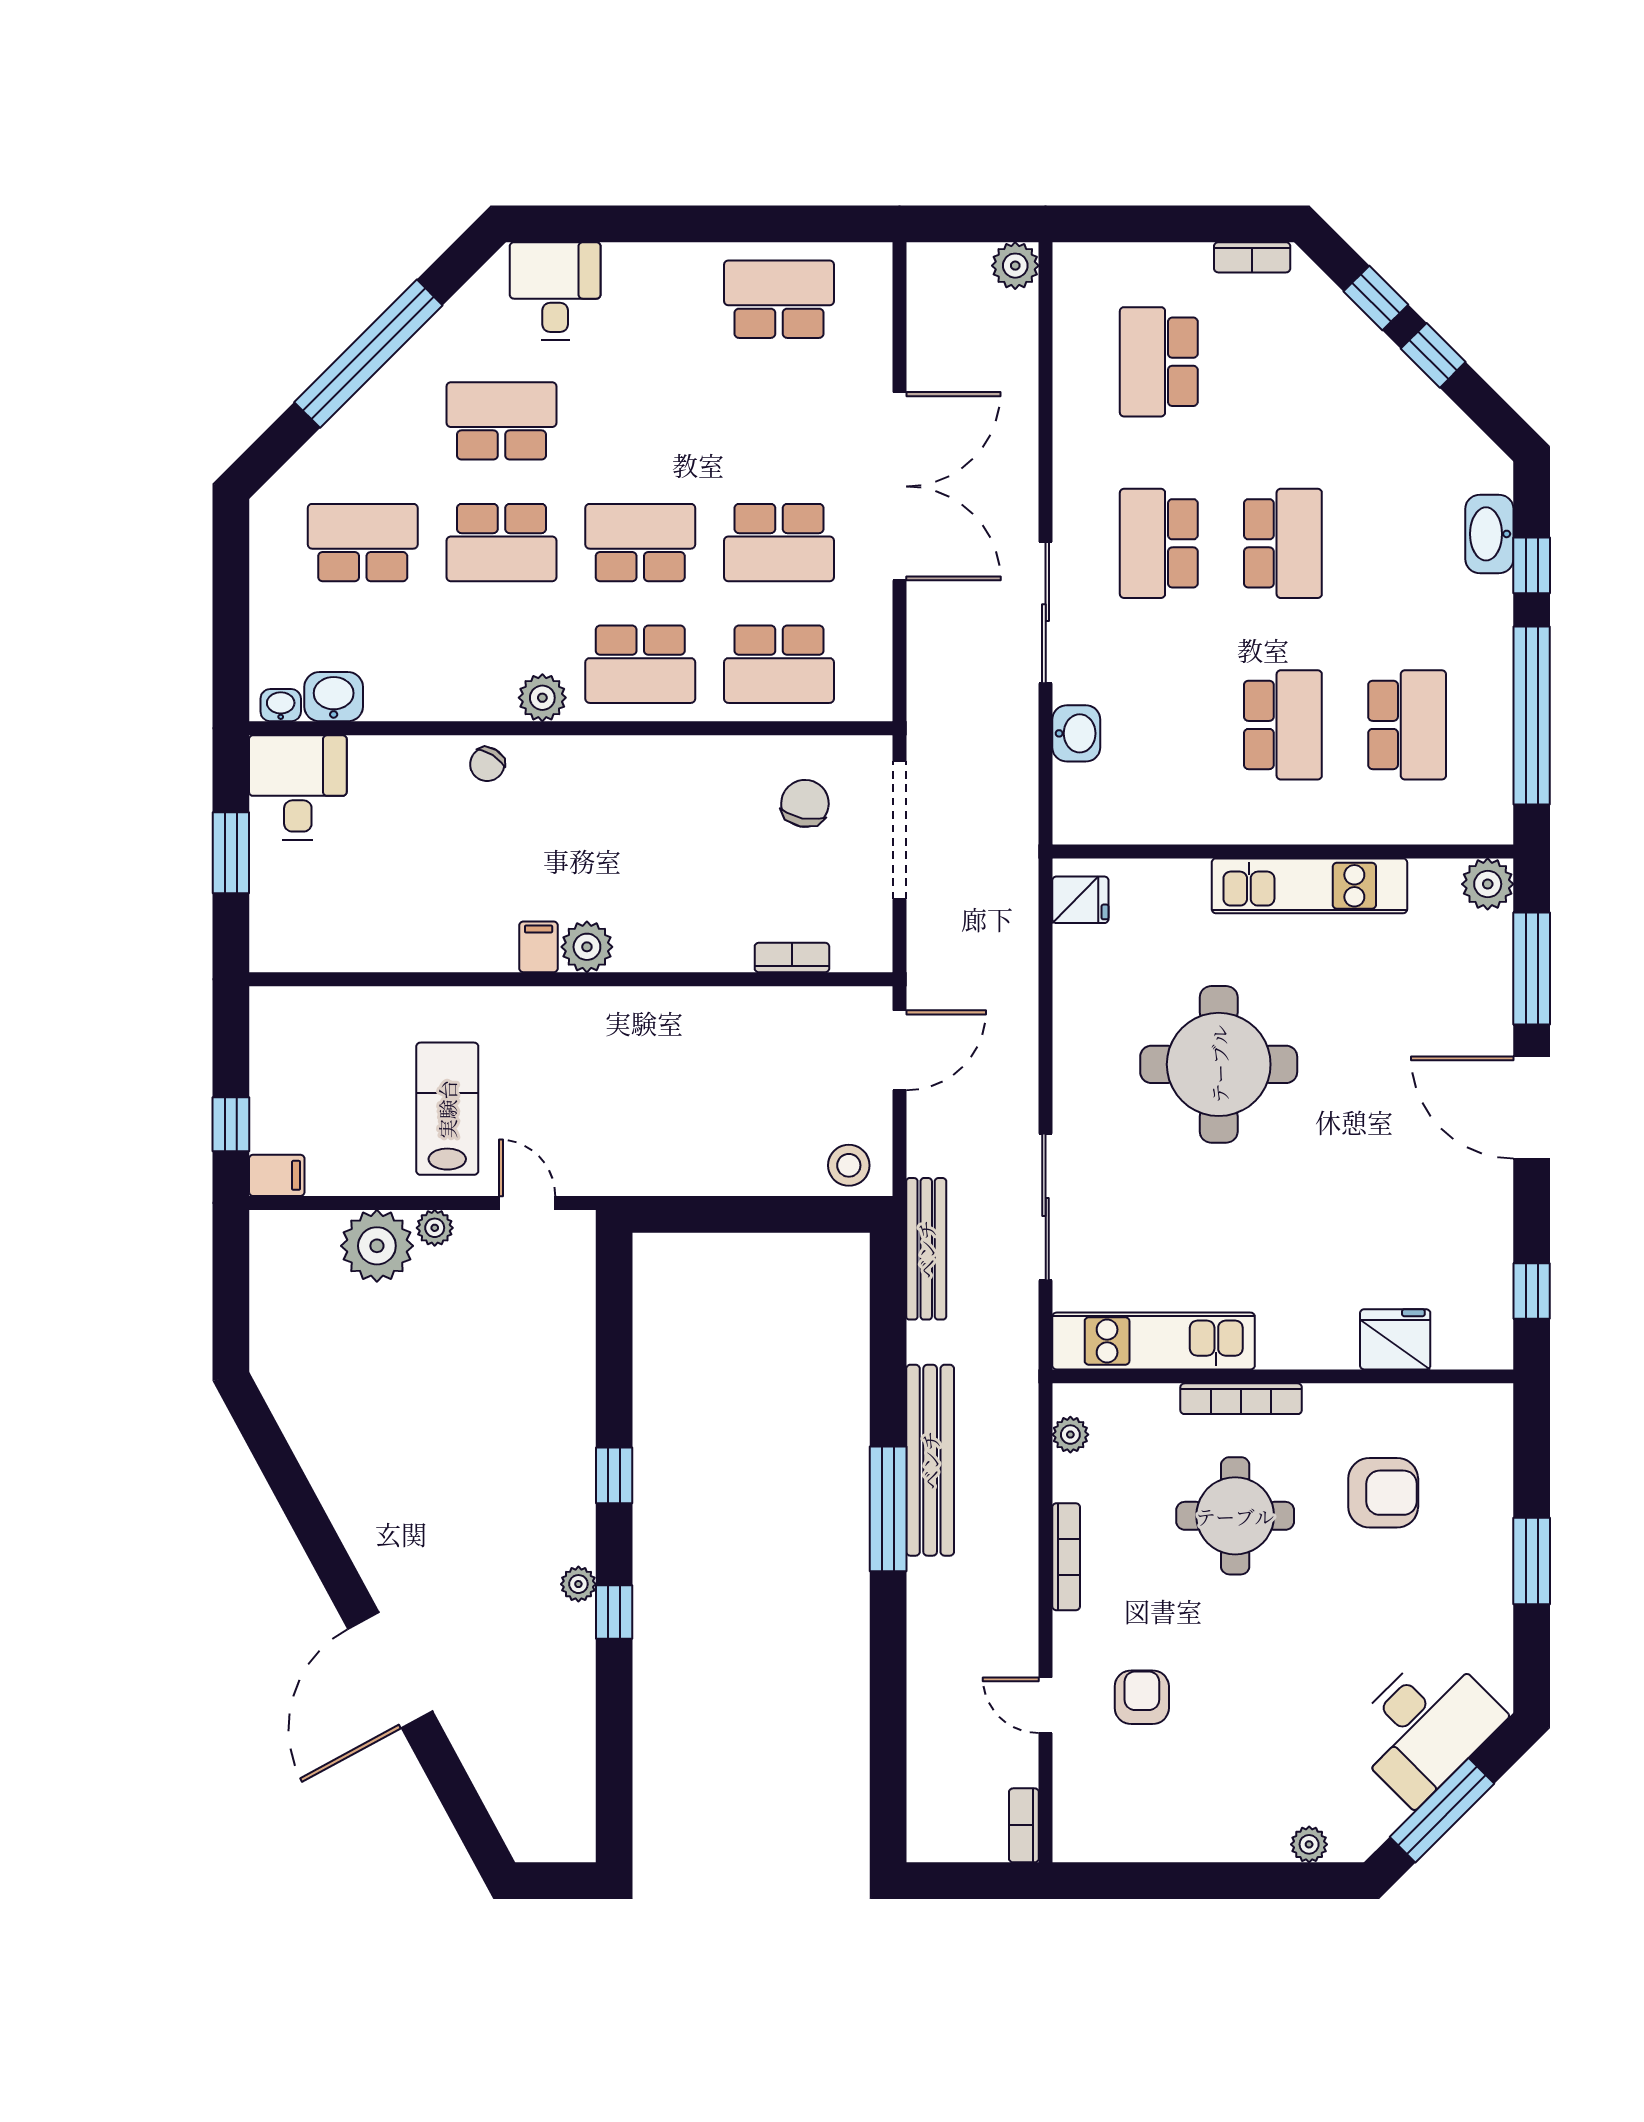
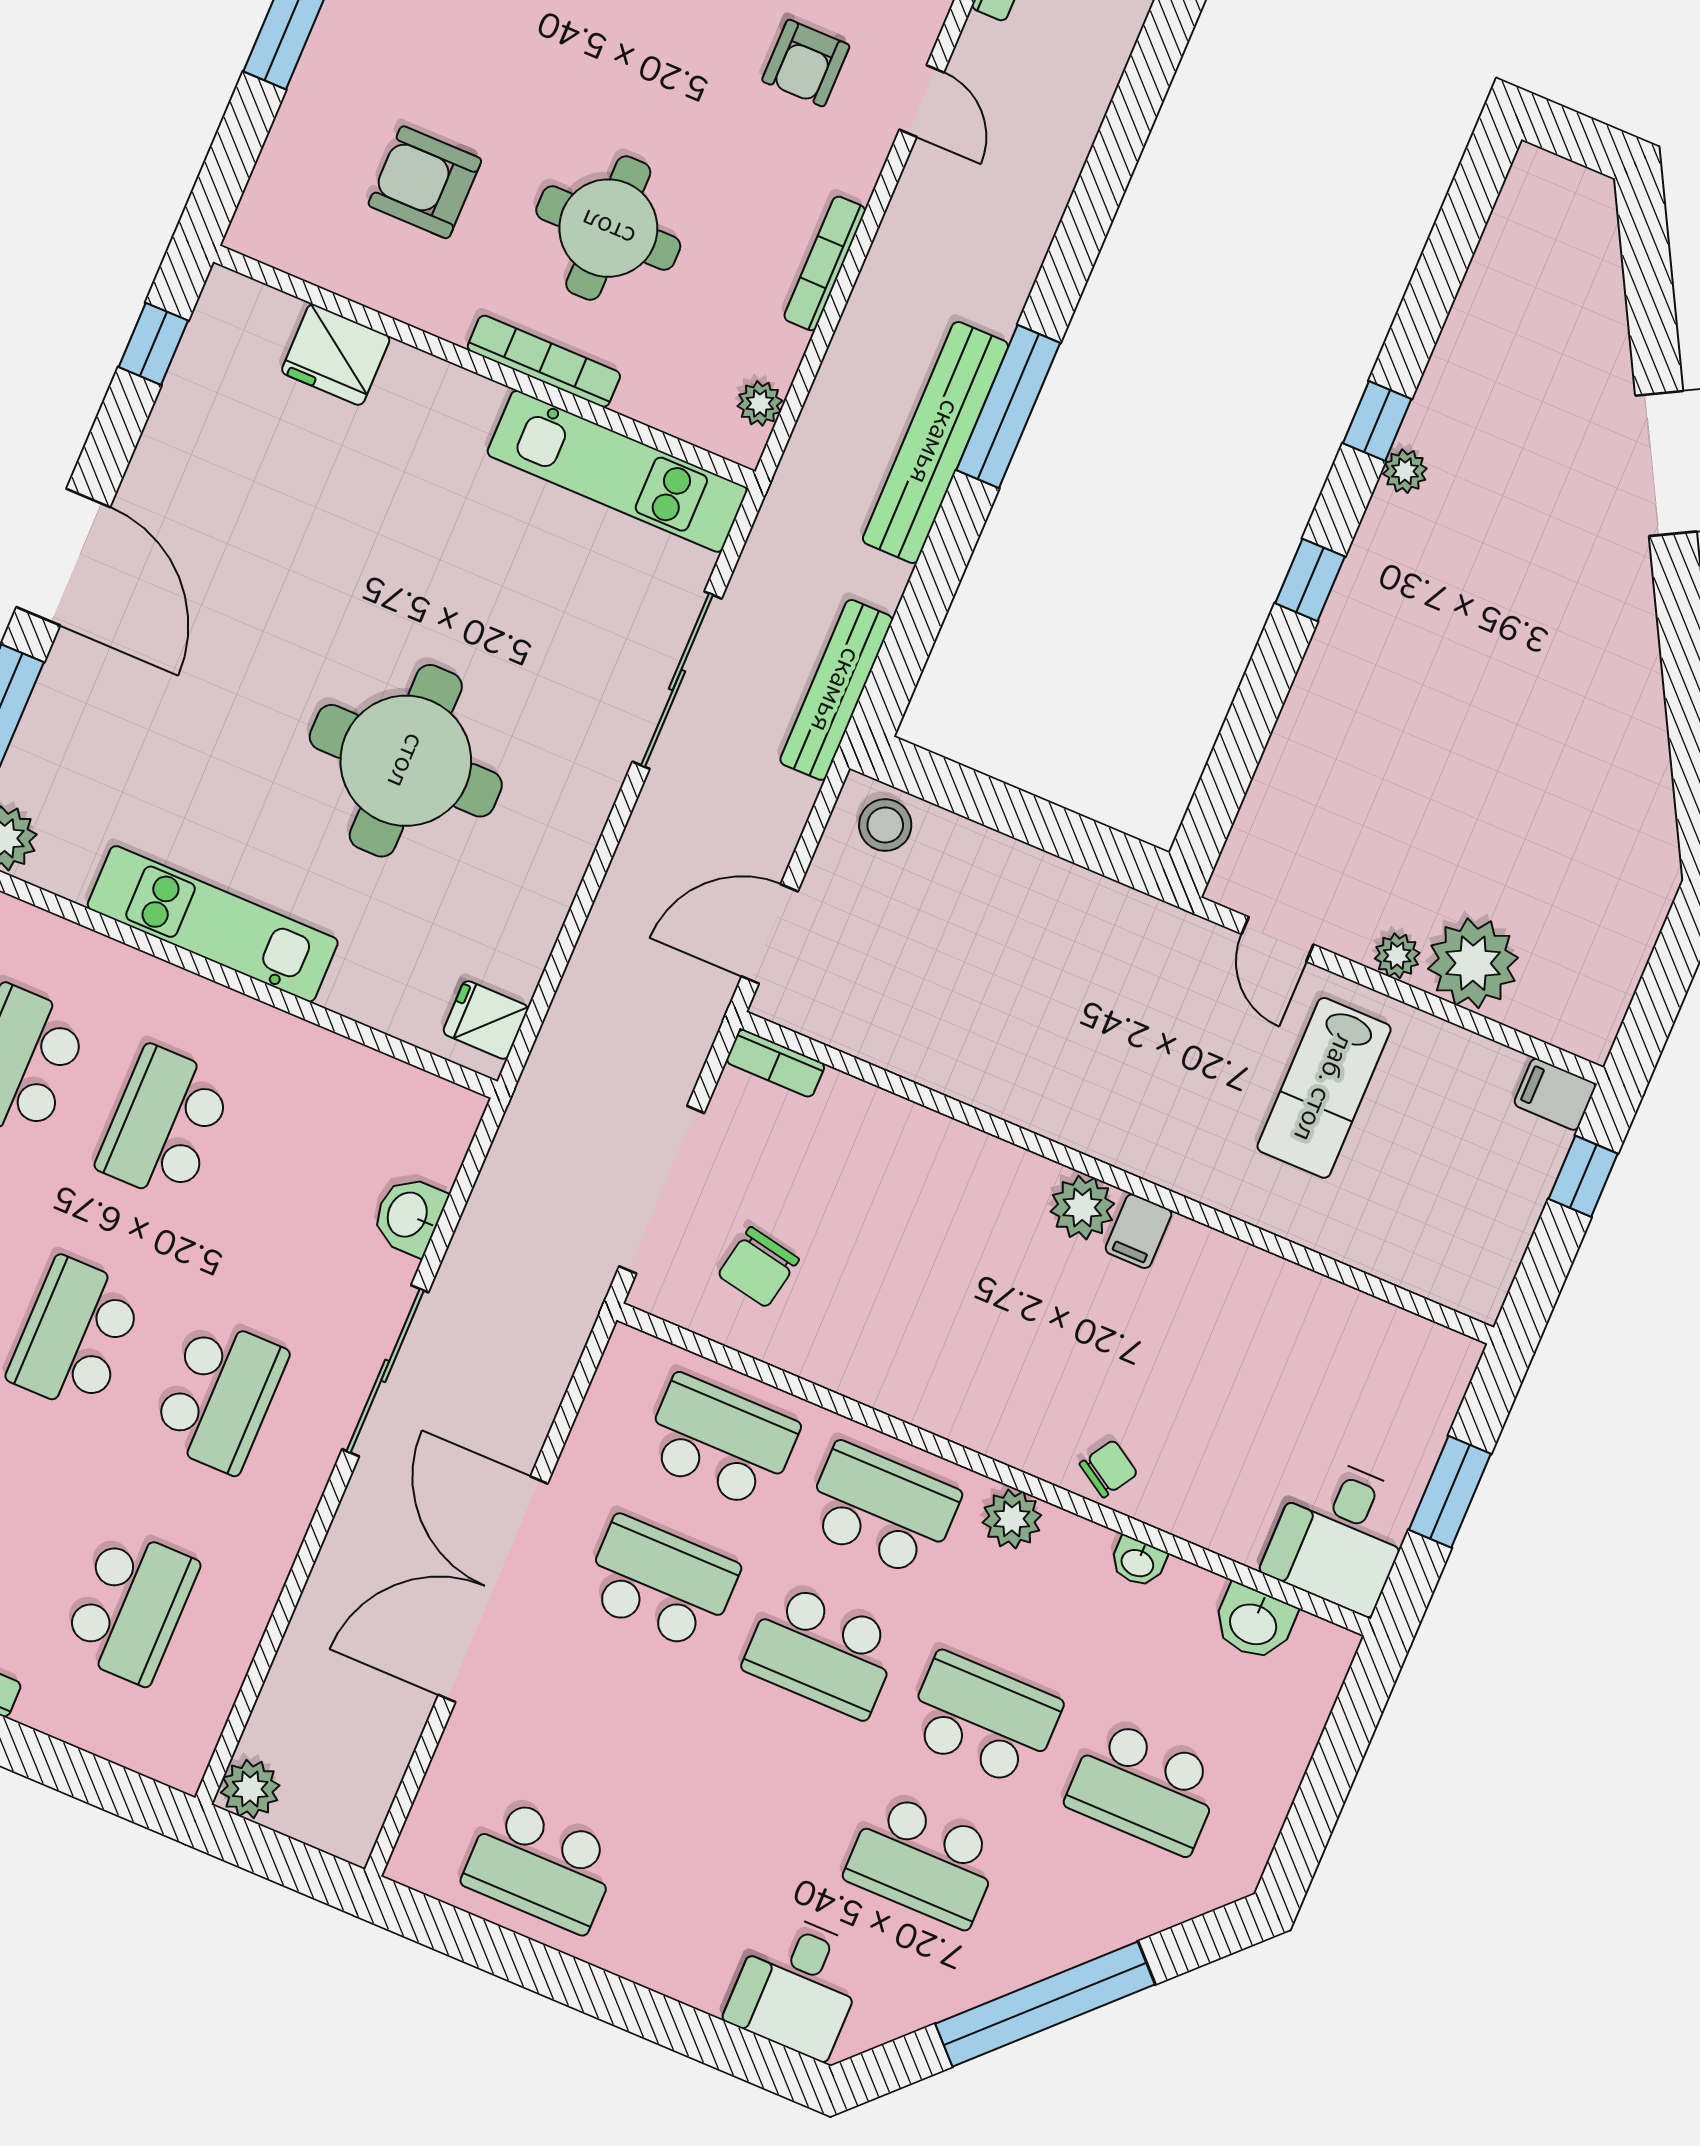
washbasin: (281, 705) -> (1138, 1562), moved
bookcase: (792, 958) -> (775, 1063), moved

